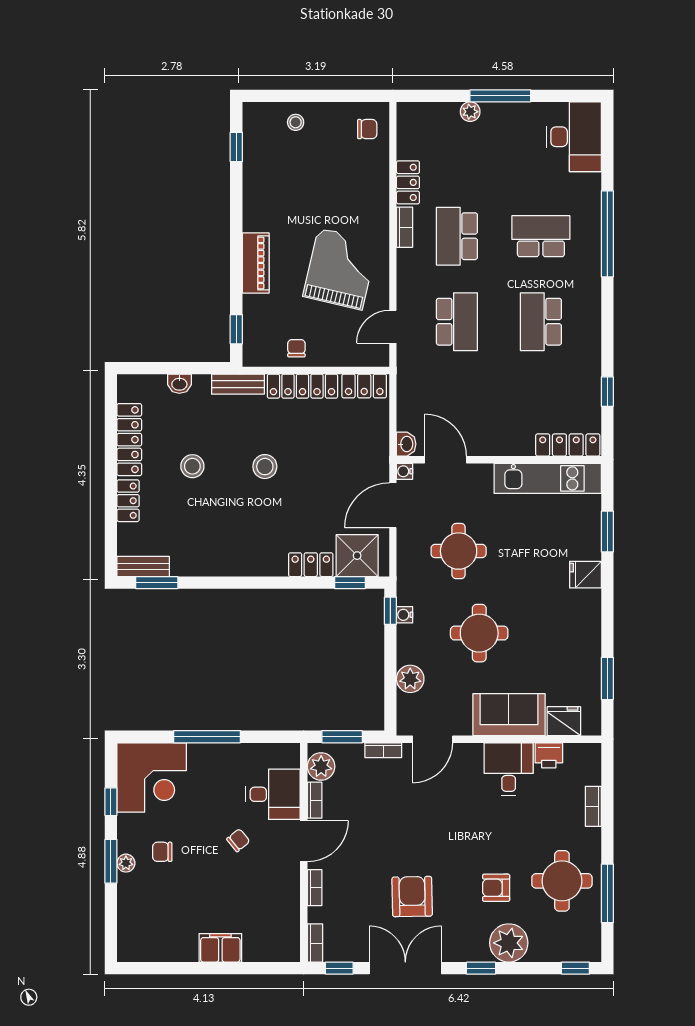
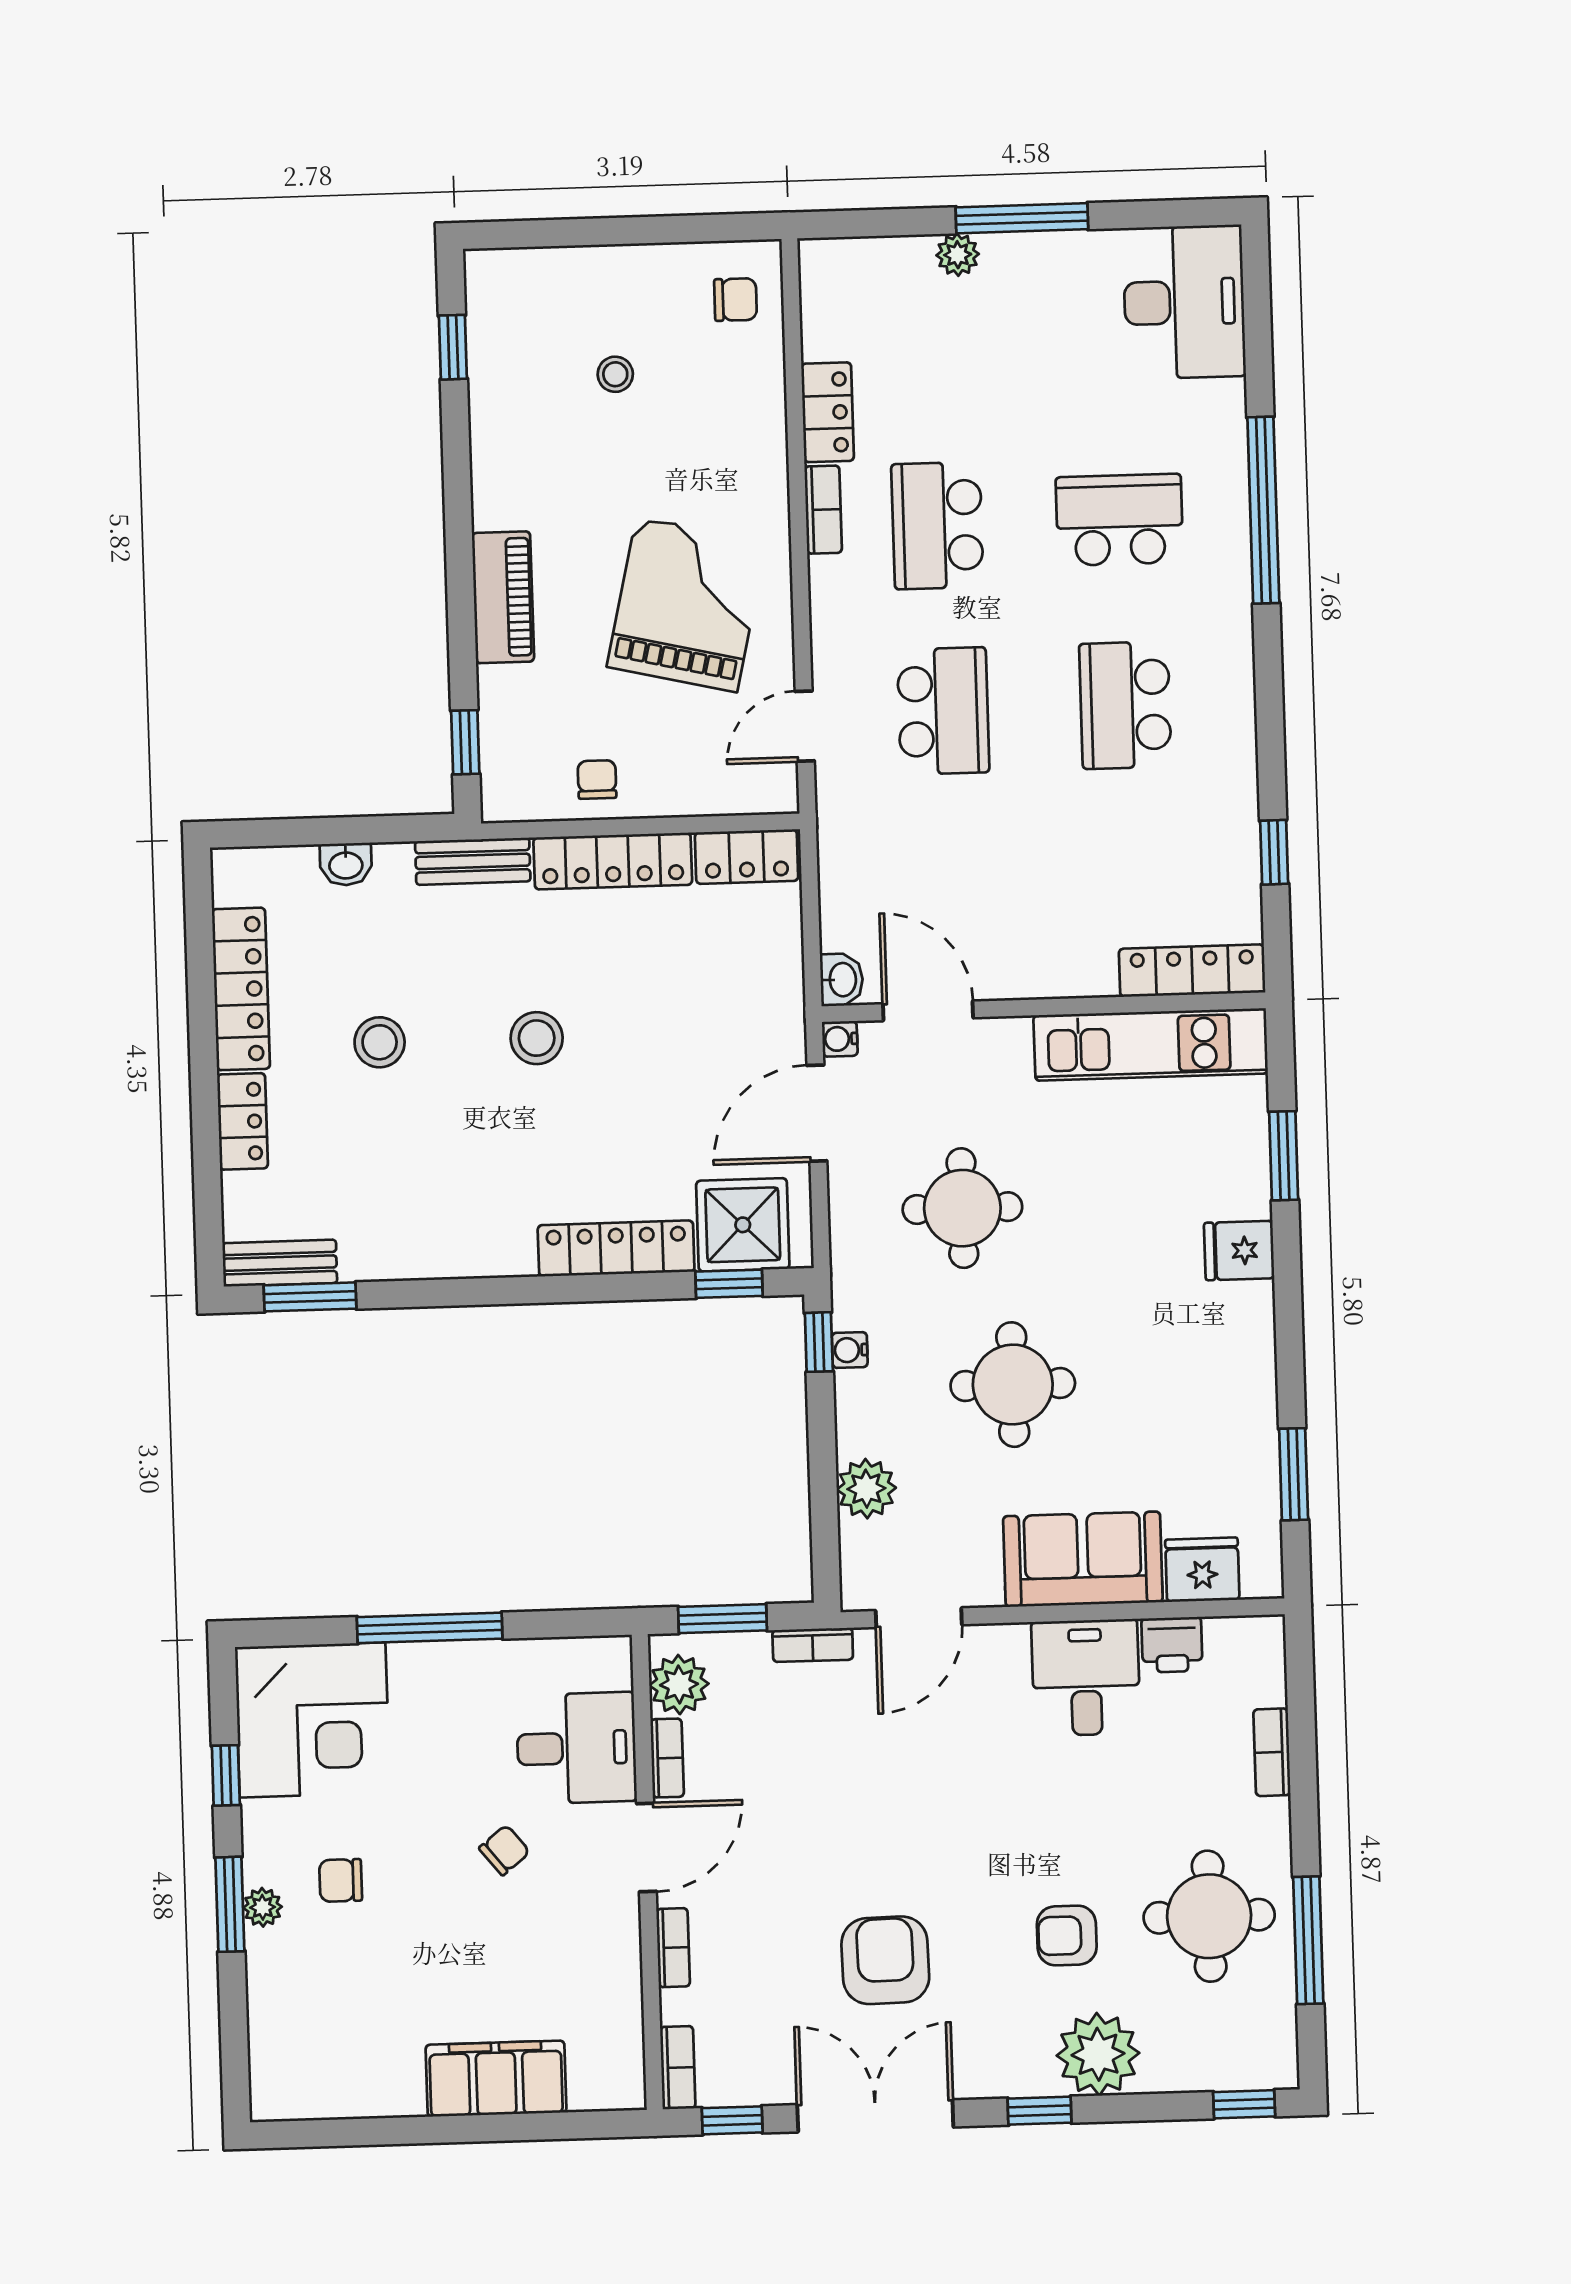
stool: (296, 122) -> (615, 374), moved
locker: (311, 565) -> (616, 1248), width x1.53
filing cabinet: (220, 948) -> (496, 2079), width x1.50, depth x1.17

